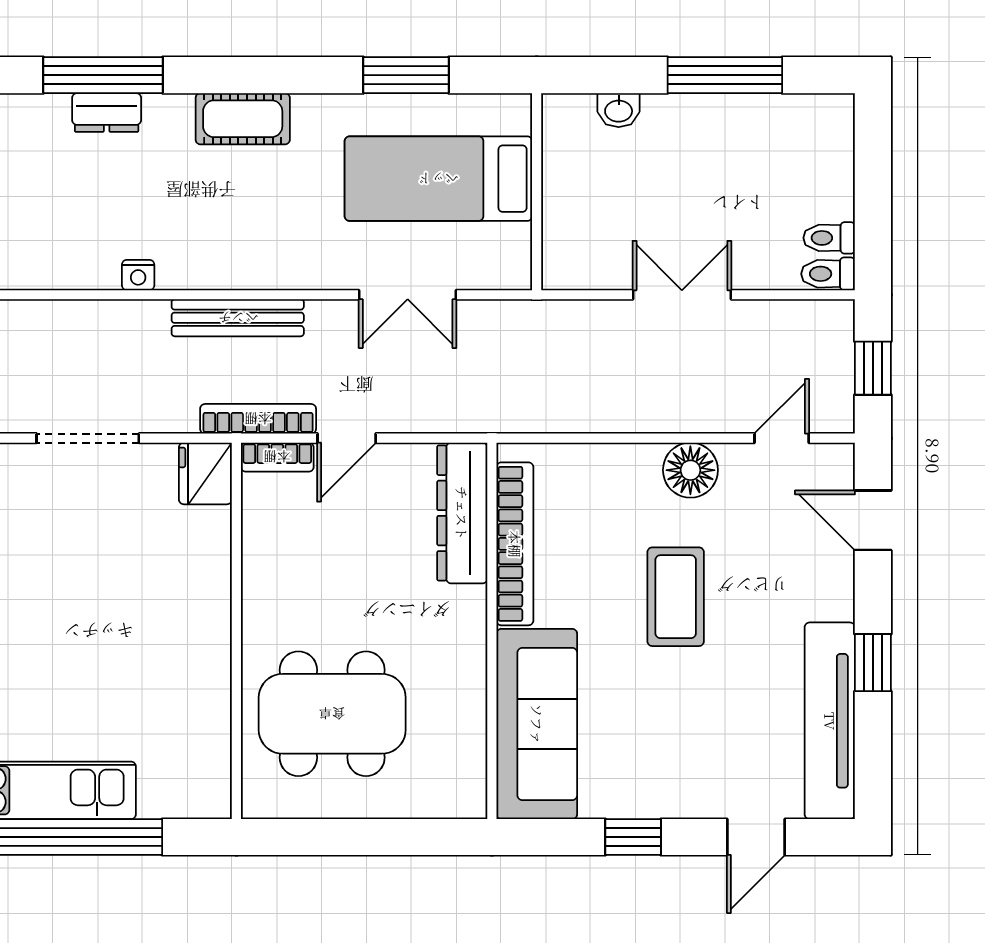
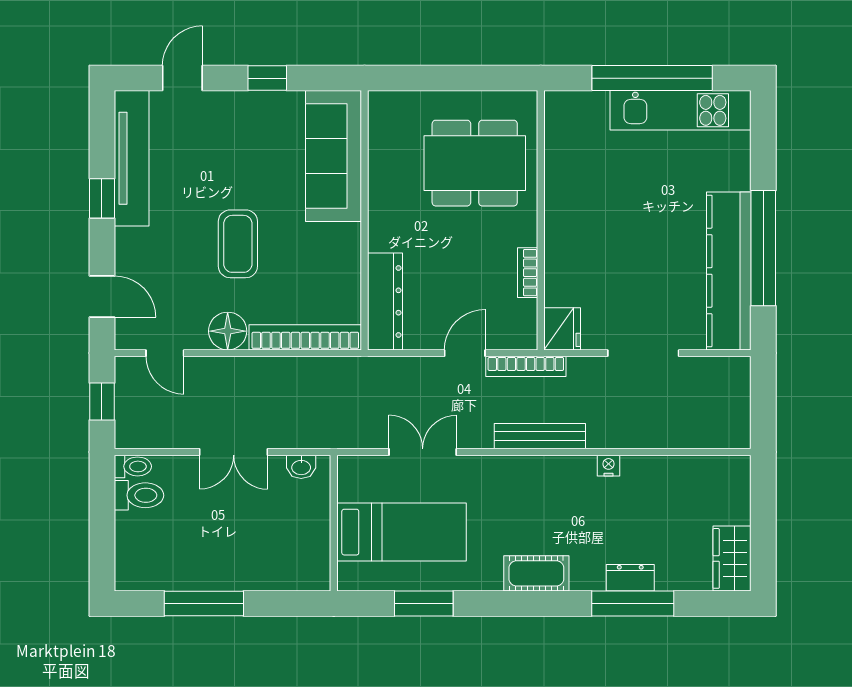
washbasin: (619, 110) -> (301, 467), moved, turned 180
toilet: (829, 238) -> (139, 495), width x1.37, depth x1.39
door: (782, 438) -> (165, 353), hinge flipped
bookcase: (277, 457) -> (528, 273), moved, turned -90
bookcase: (515, 544) -> (305, 337), moved, turned 90

